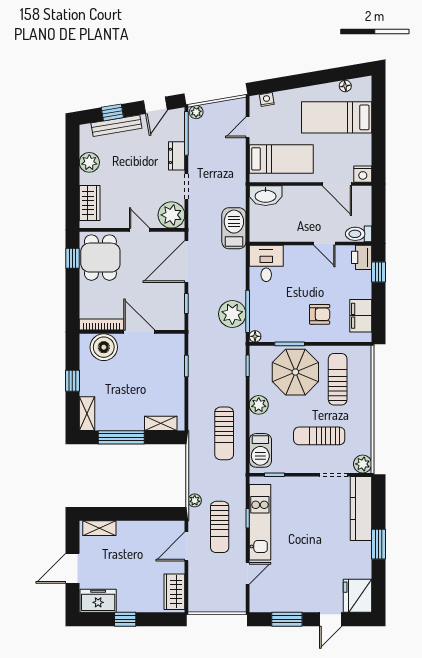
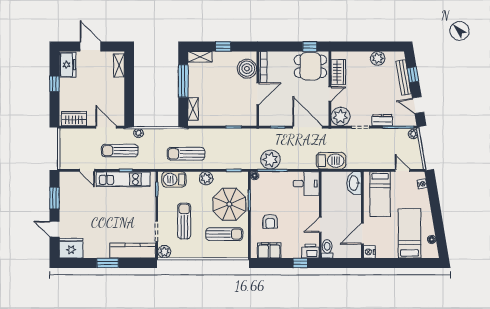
wardrobe: (90, 203) -> (338, 72), moved, turned -90

